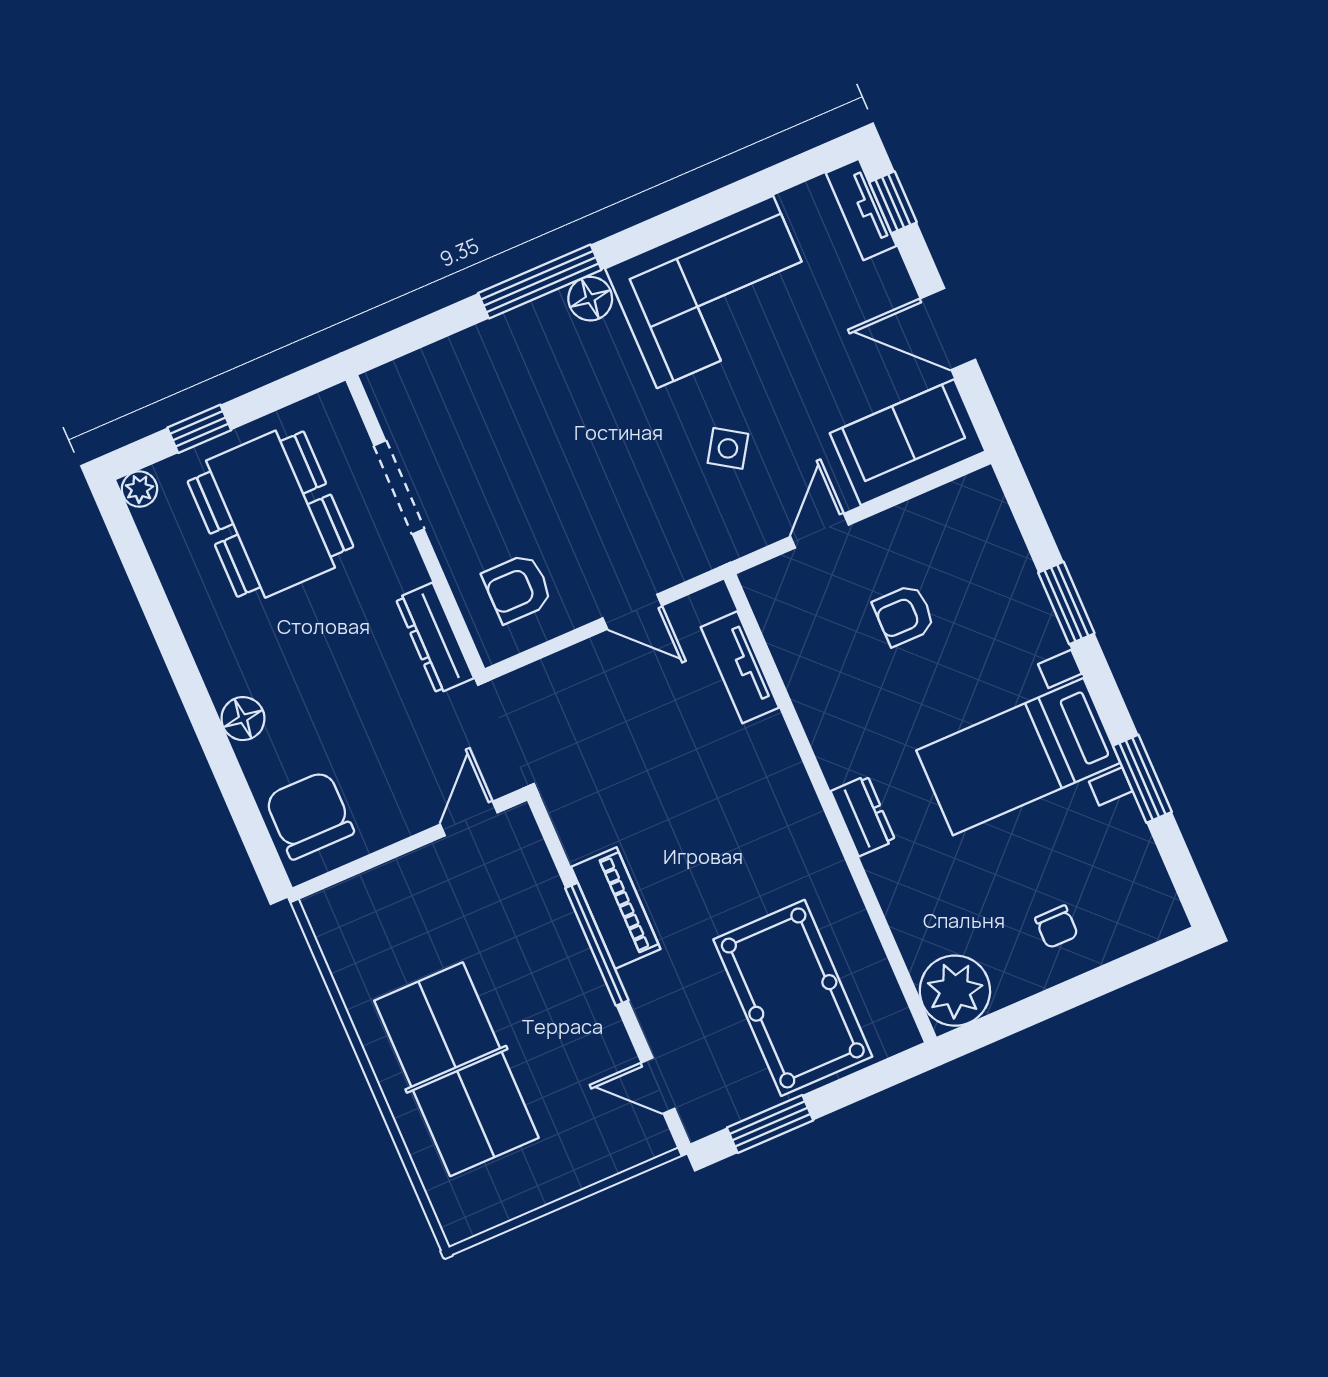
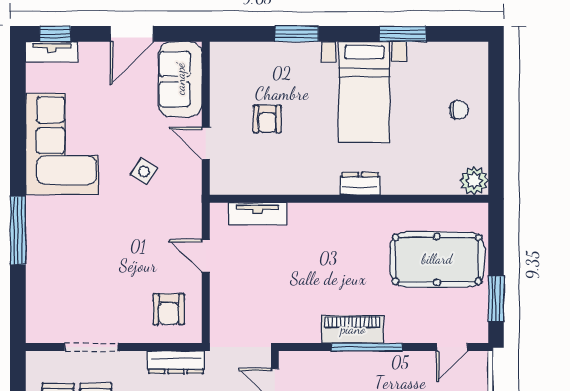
floor lamp: (590, 299) -> (38, 209), removed
door: (632, 612) -> (206, 256), swing flipped
plant: (955, 991) -> (474, 181), width x0.73, depth x0.73

